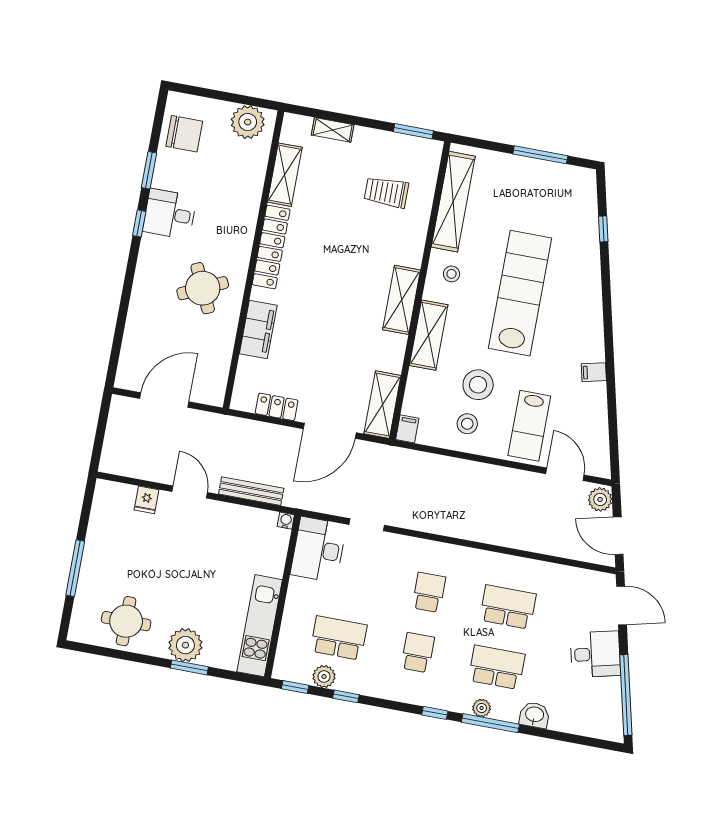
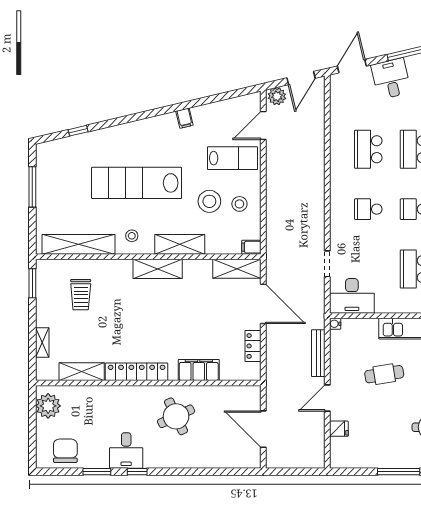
cafe table: (207, 573) -> (384, 374), added

